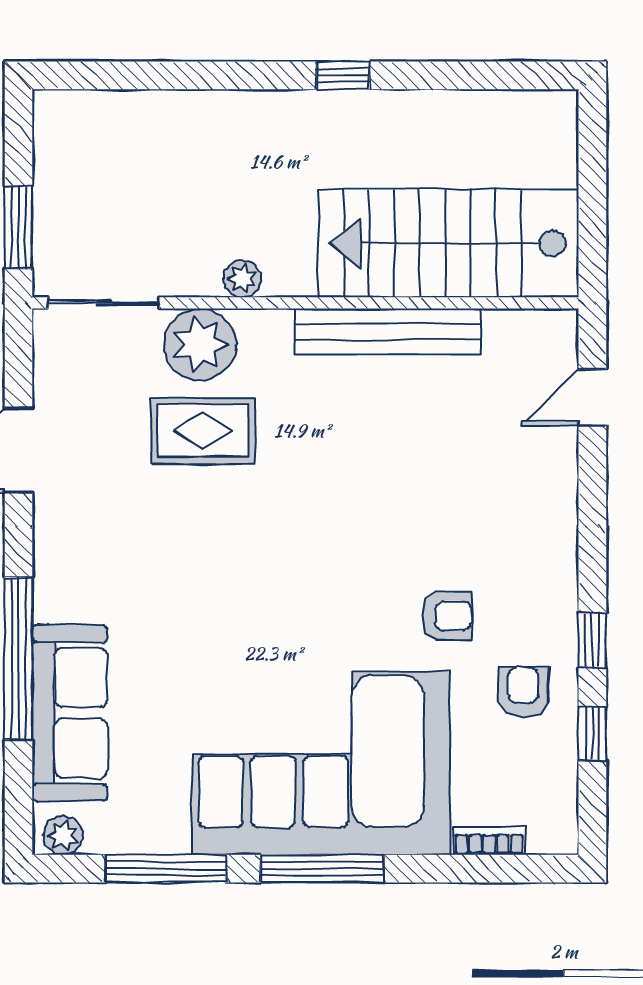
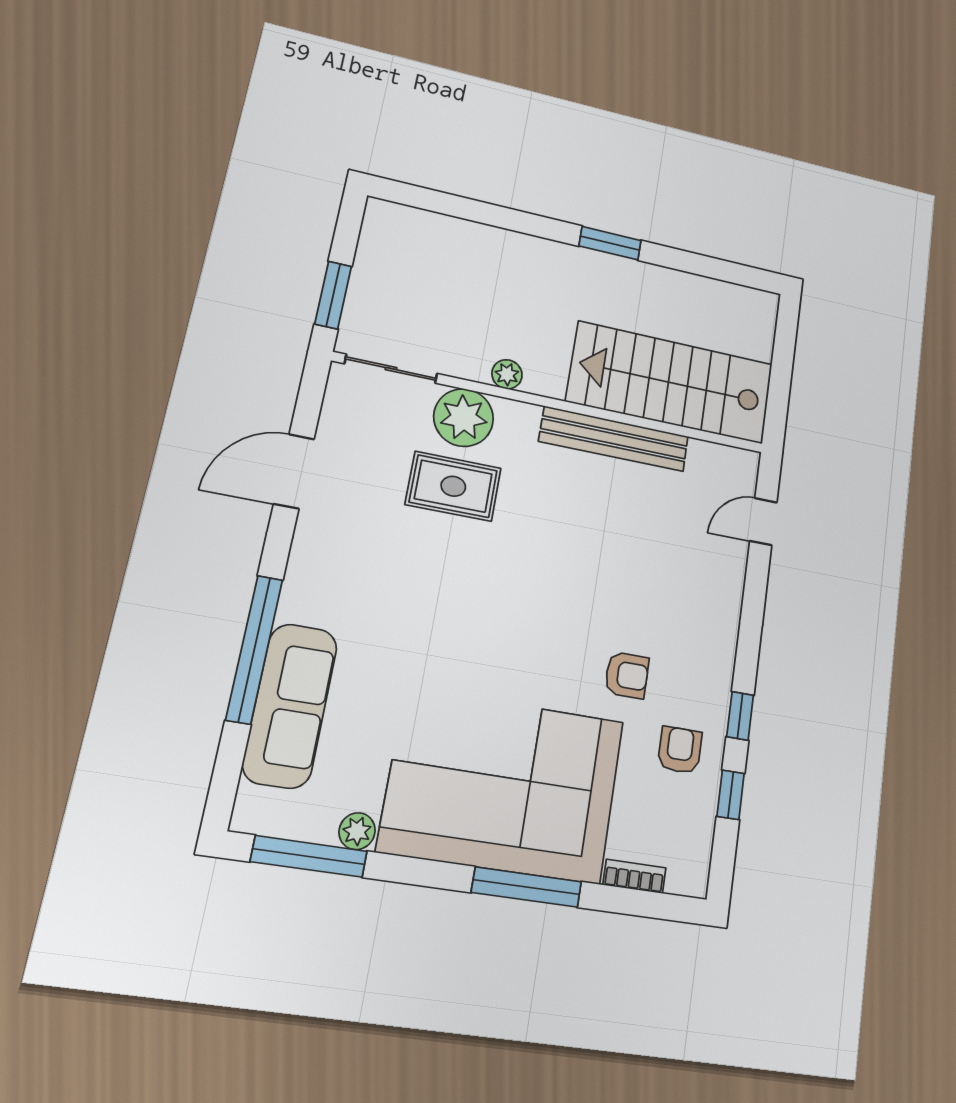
window: (343, 75) -> (610, 243), width x1.50
plant: (63, 835) -> (357, 831), moved
window: (166, 869) -> (309, 856), moved
window: (322, 869) -> (527, 887), moved

